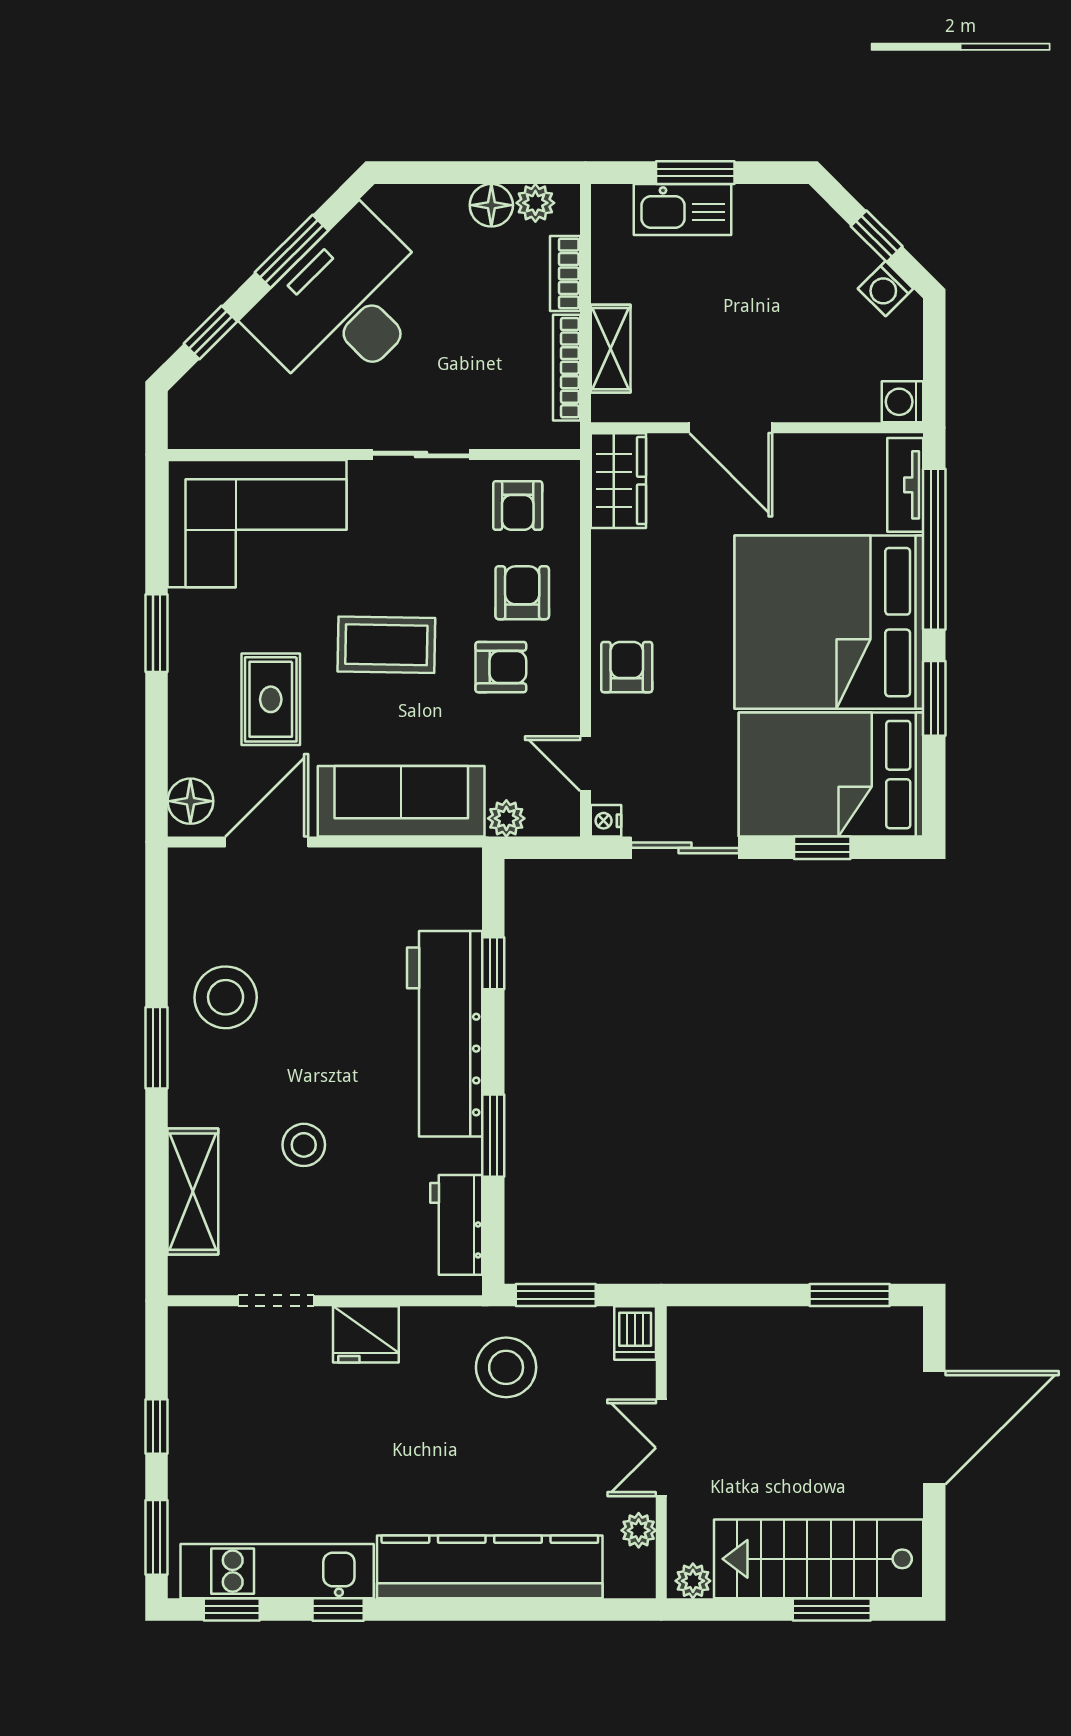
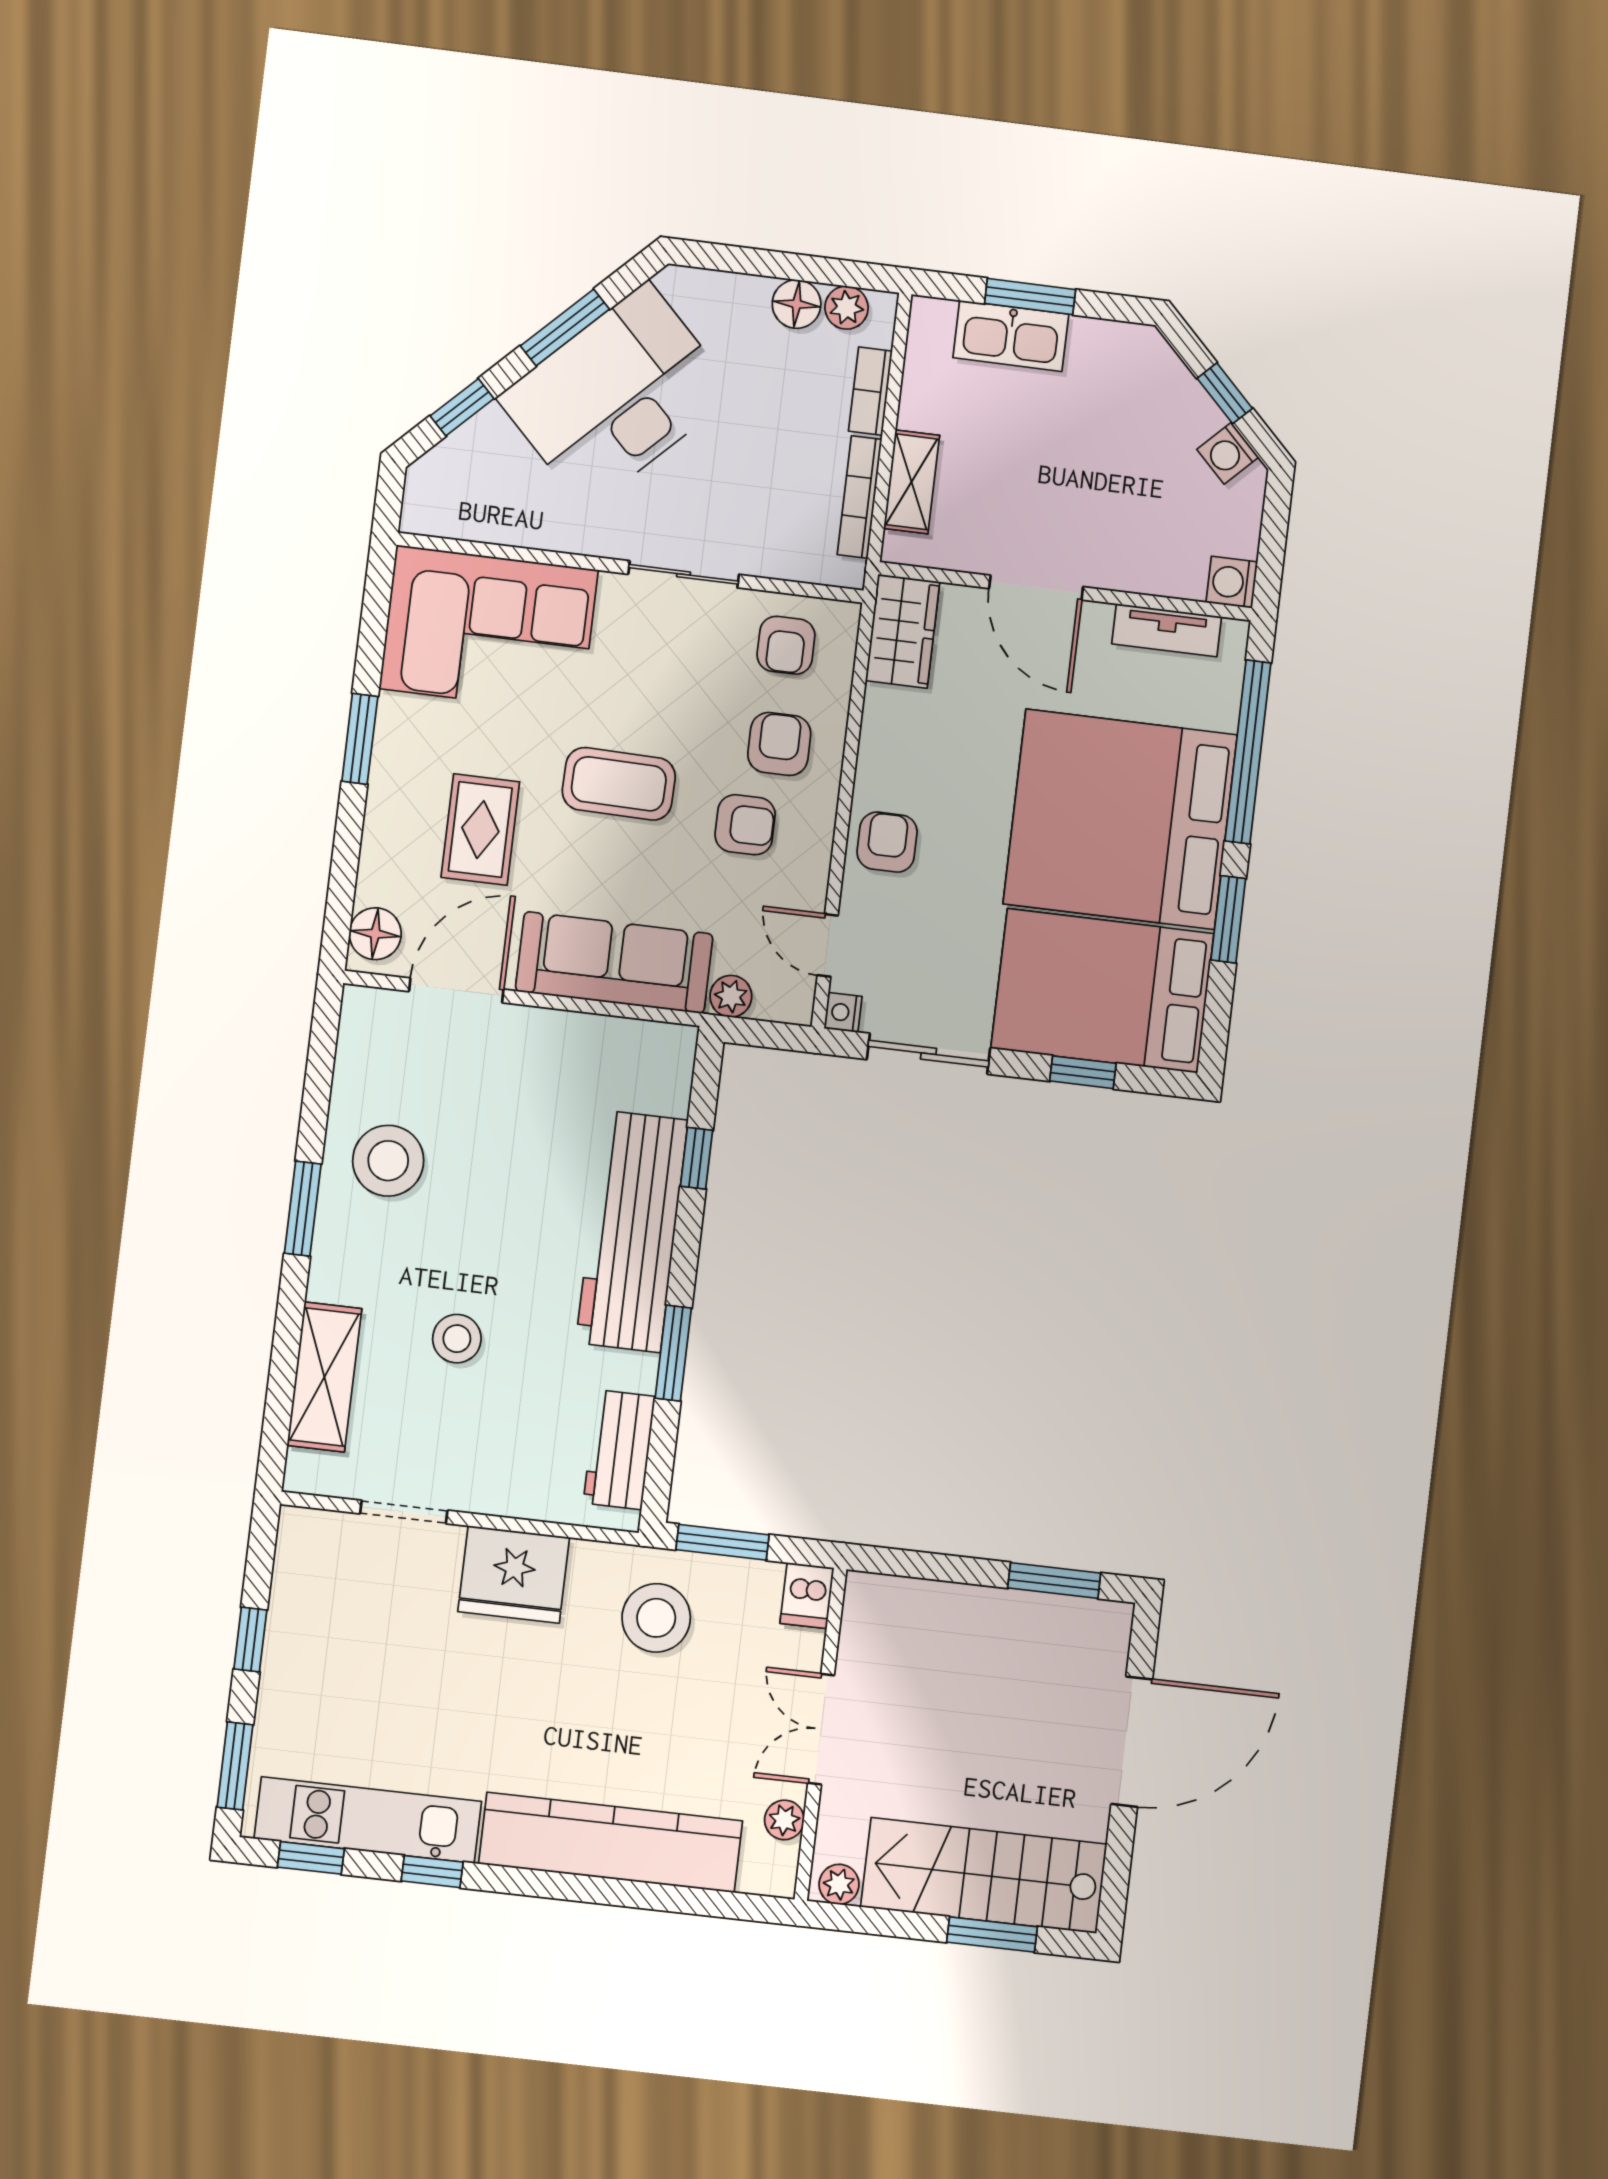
tv unit: (905, 485) -> (1167, 630), moved, turned -90
fridge: (366, 1334) -> (514, 1574), width x1.36, depth x1.34

